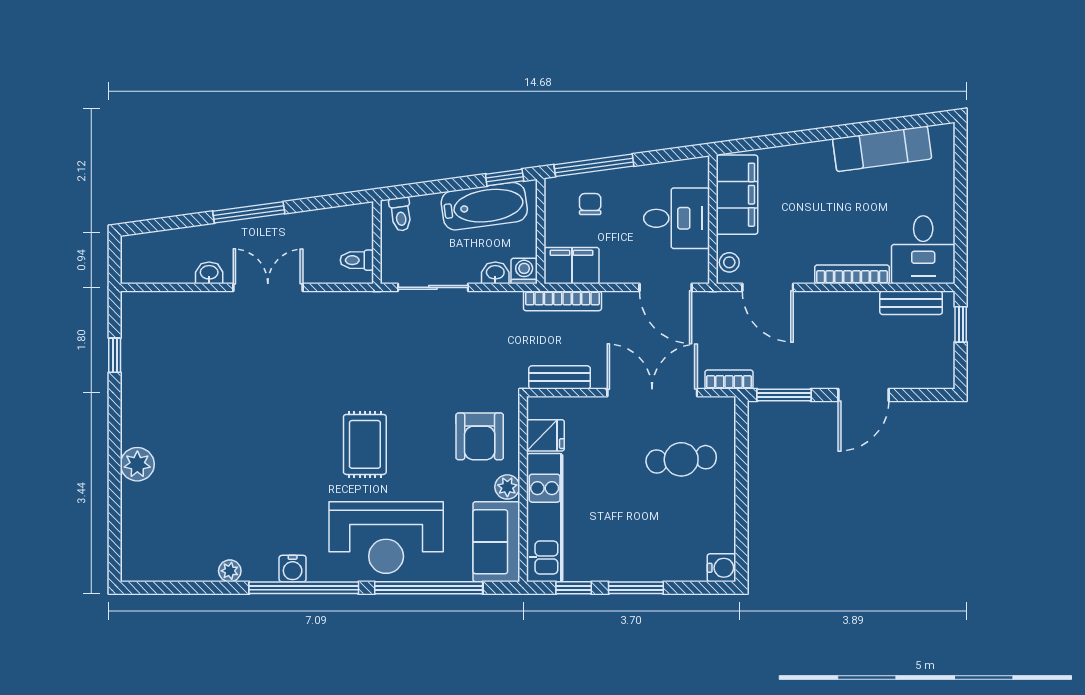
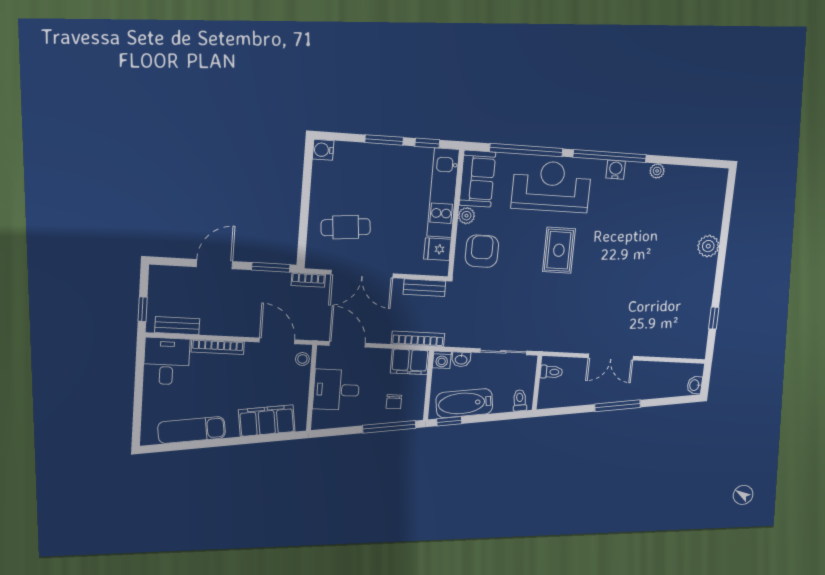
filing cabinet: (737, 195) -> (267, 421), moved, turned 82
washbasin: (209, 273) -> (695, 385), moved, turned 90

